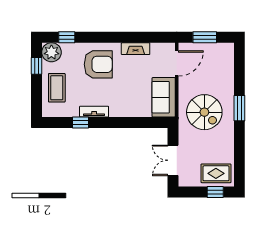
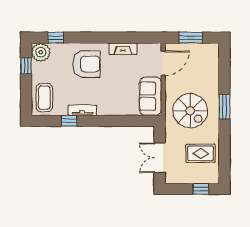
coffee table: (57, 88) -> (44, 98), moved
rug: (216, 173) -> (201, 153), moved

